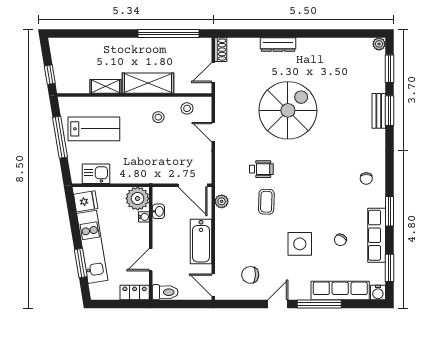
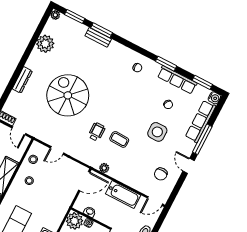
plant: (337, 50) -> (45, 44), added

